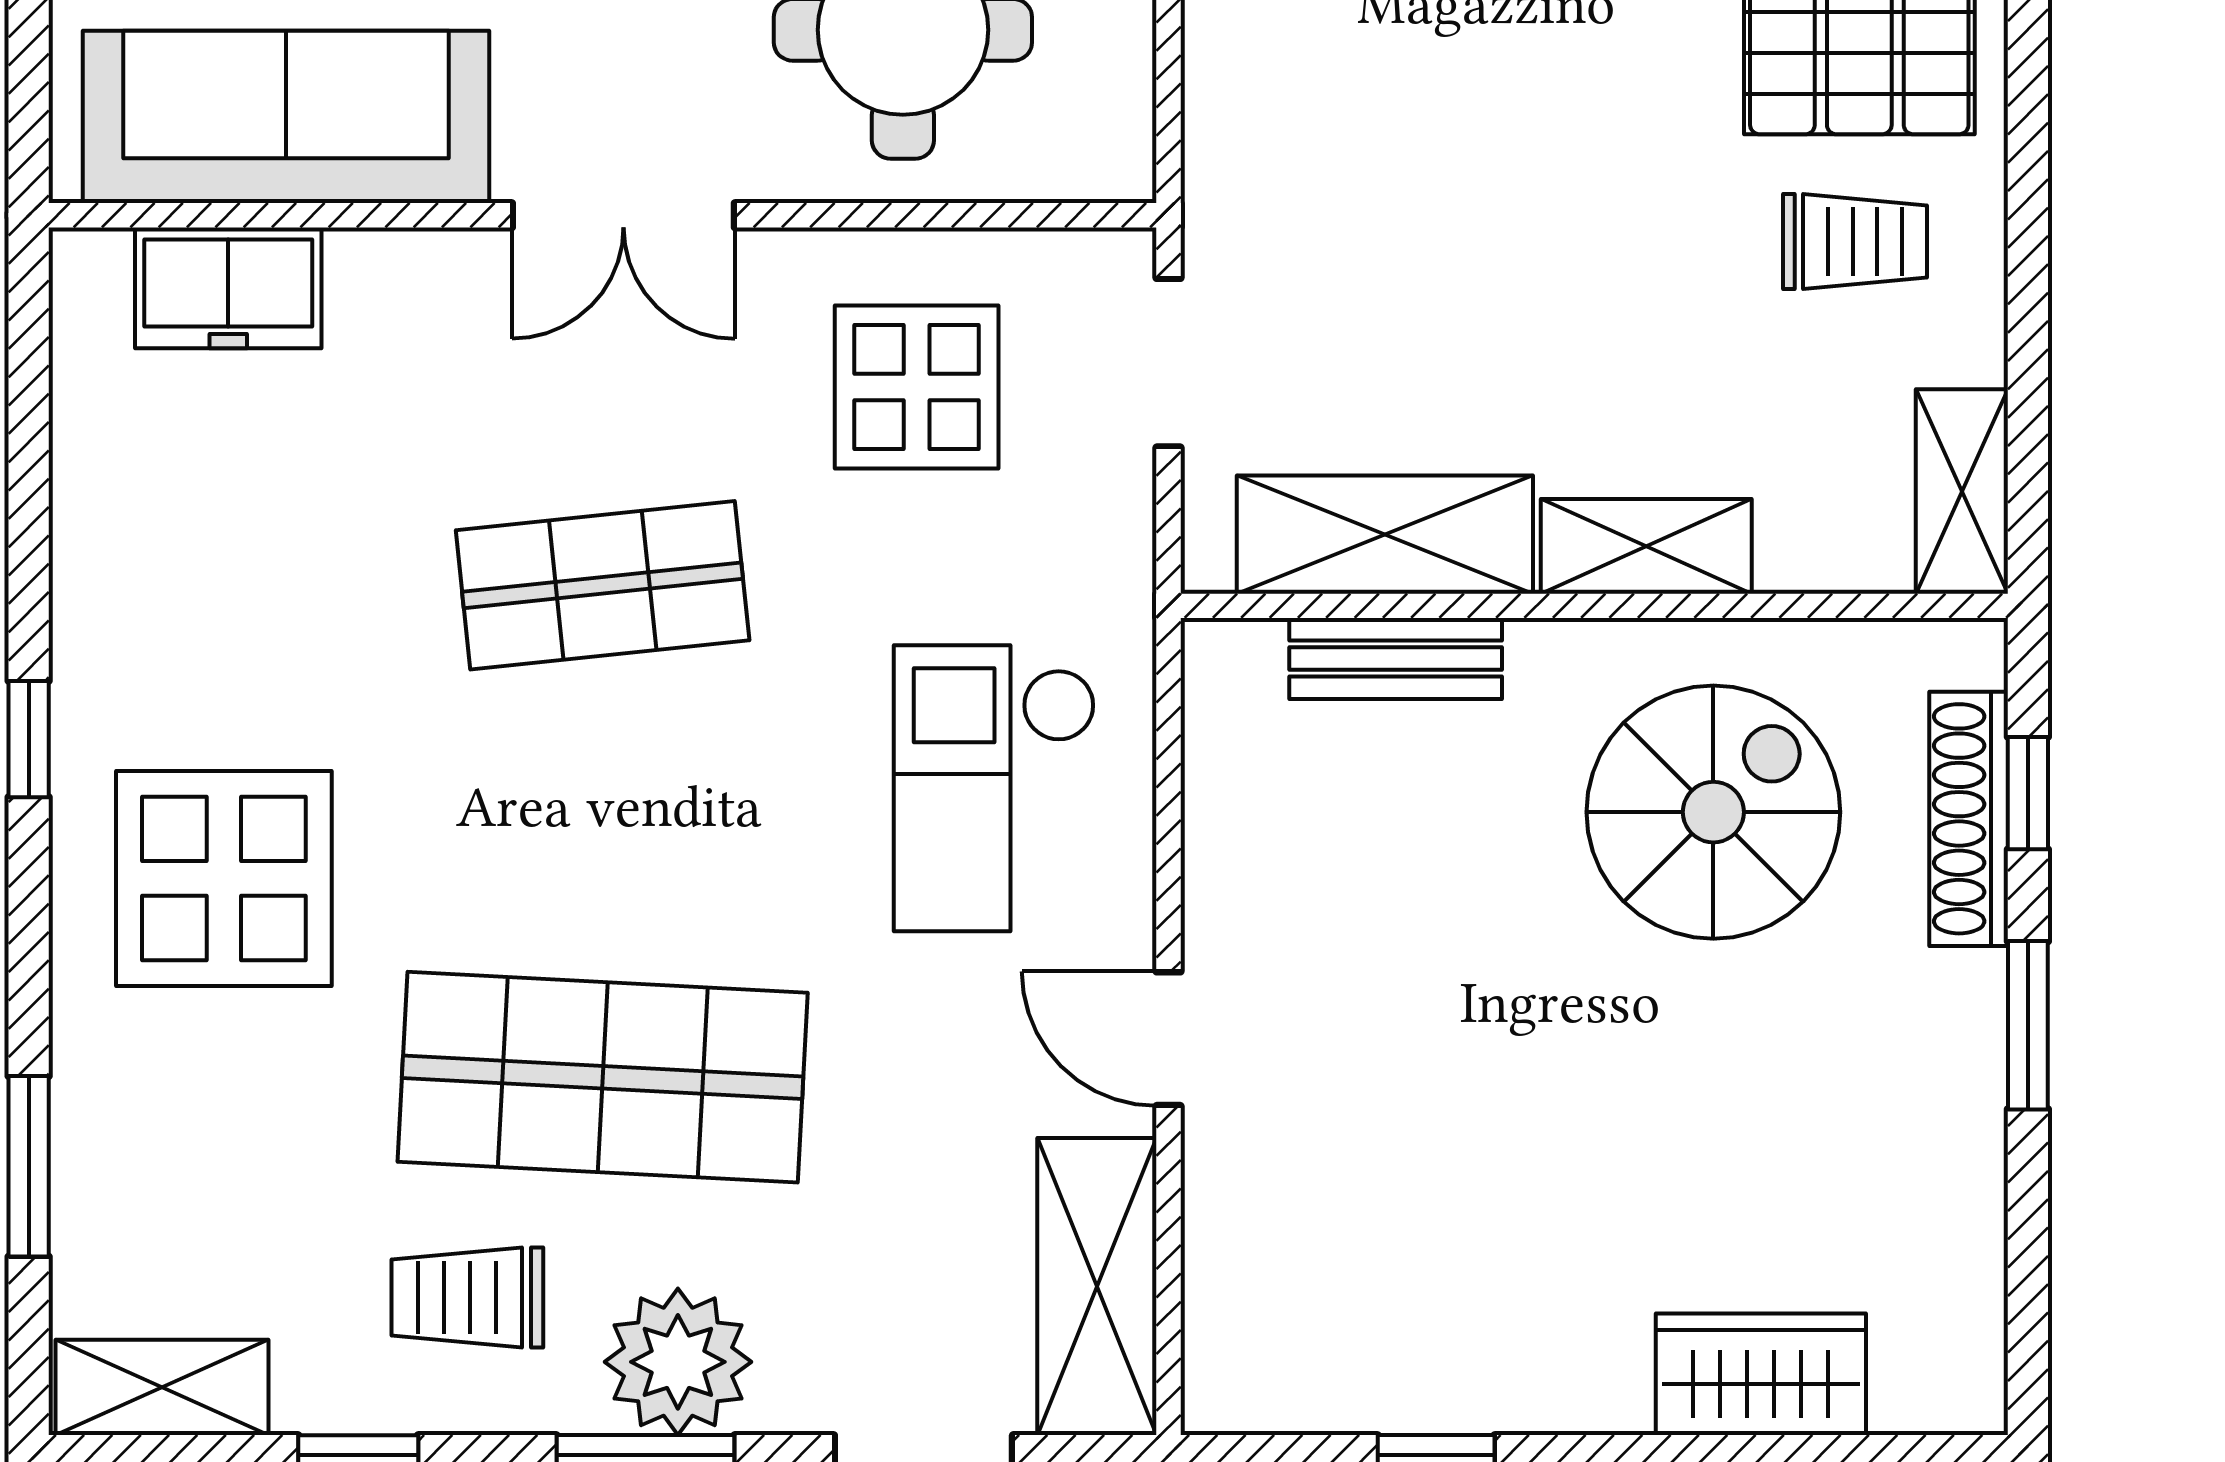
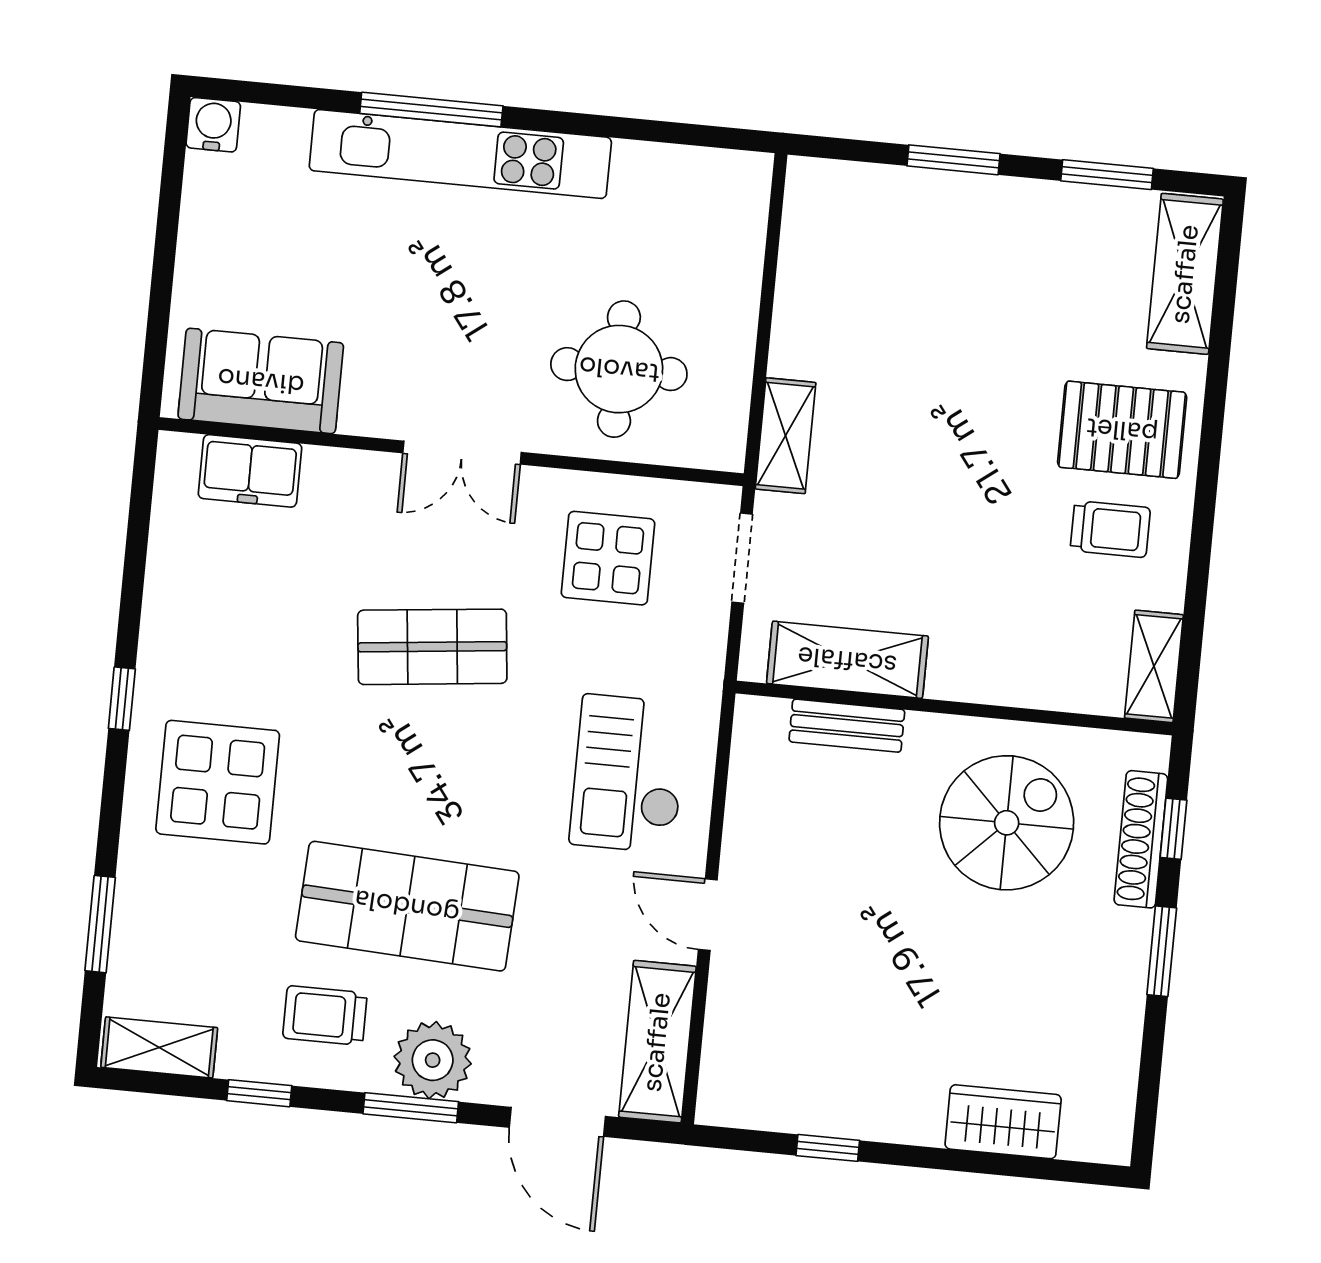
sofa: (286, 117) -> (261, 381), width x0.73
shelving: (1646, 546) -> (786, 436), moved, turned 90

